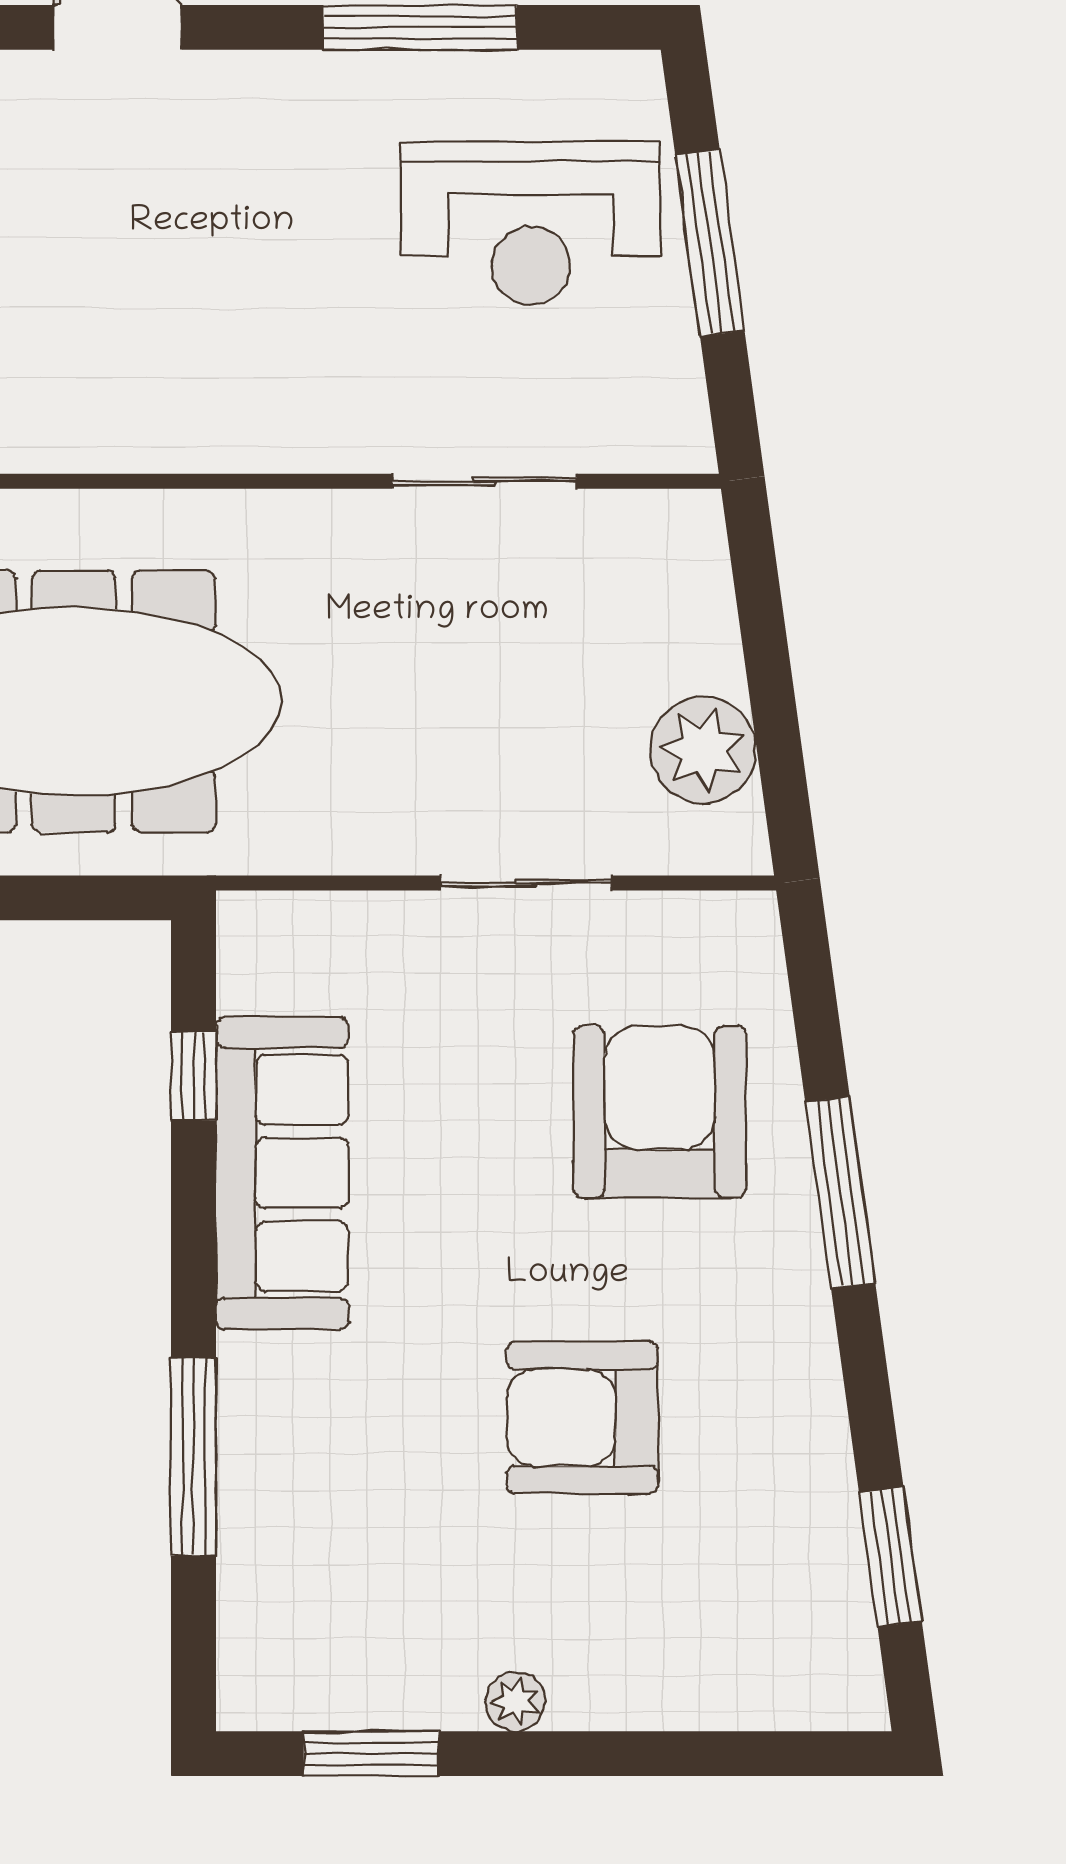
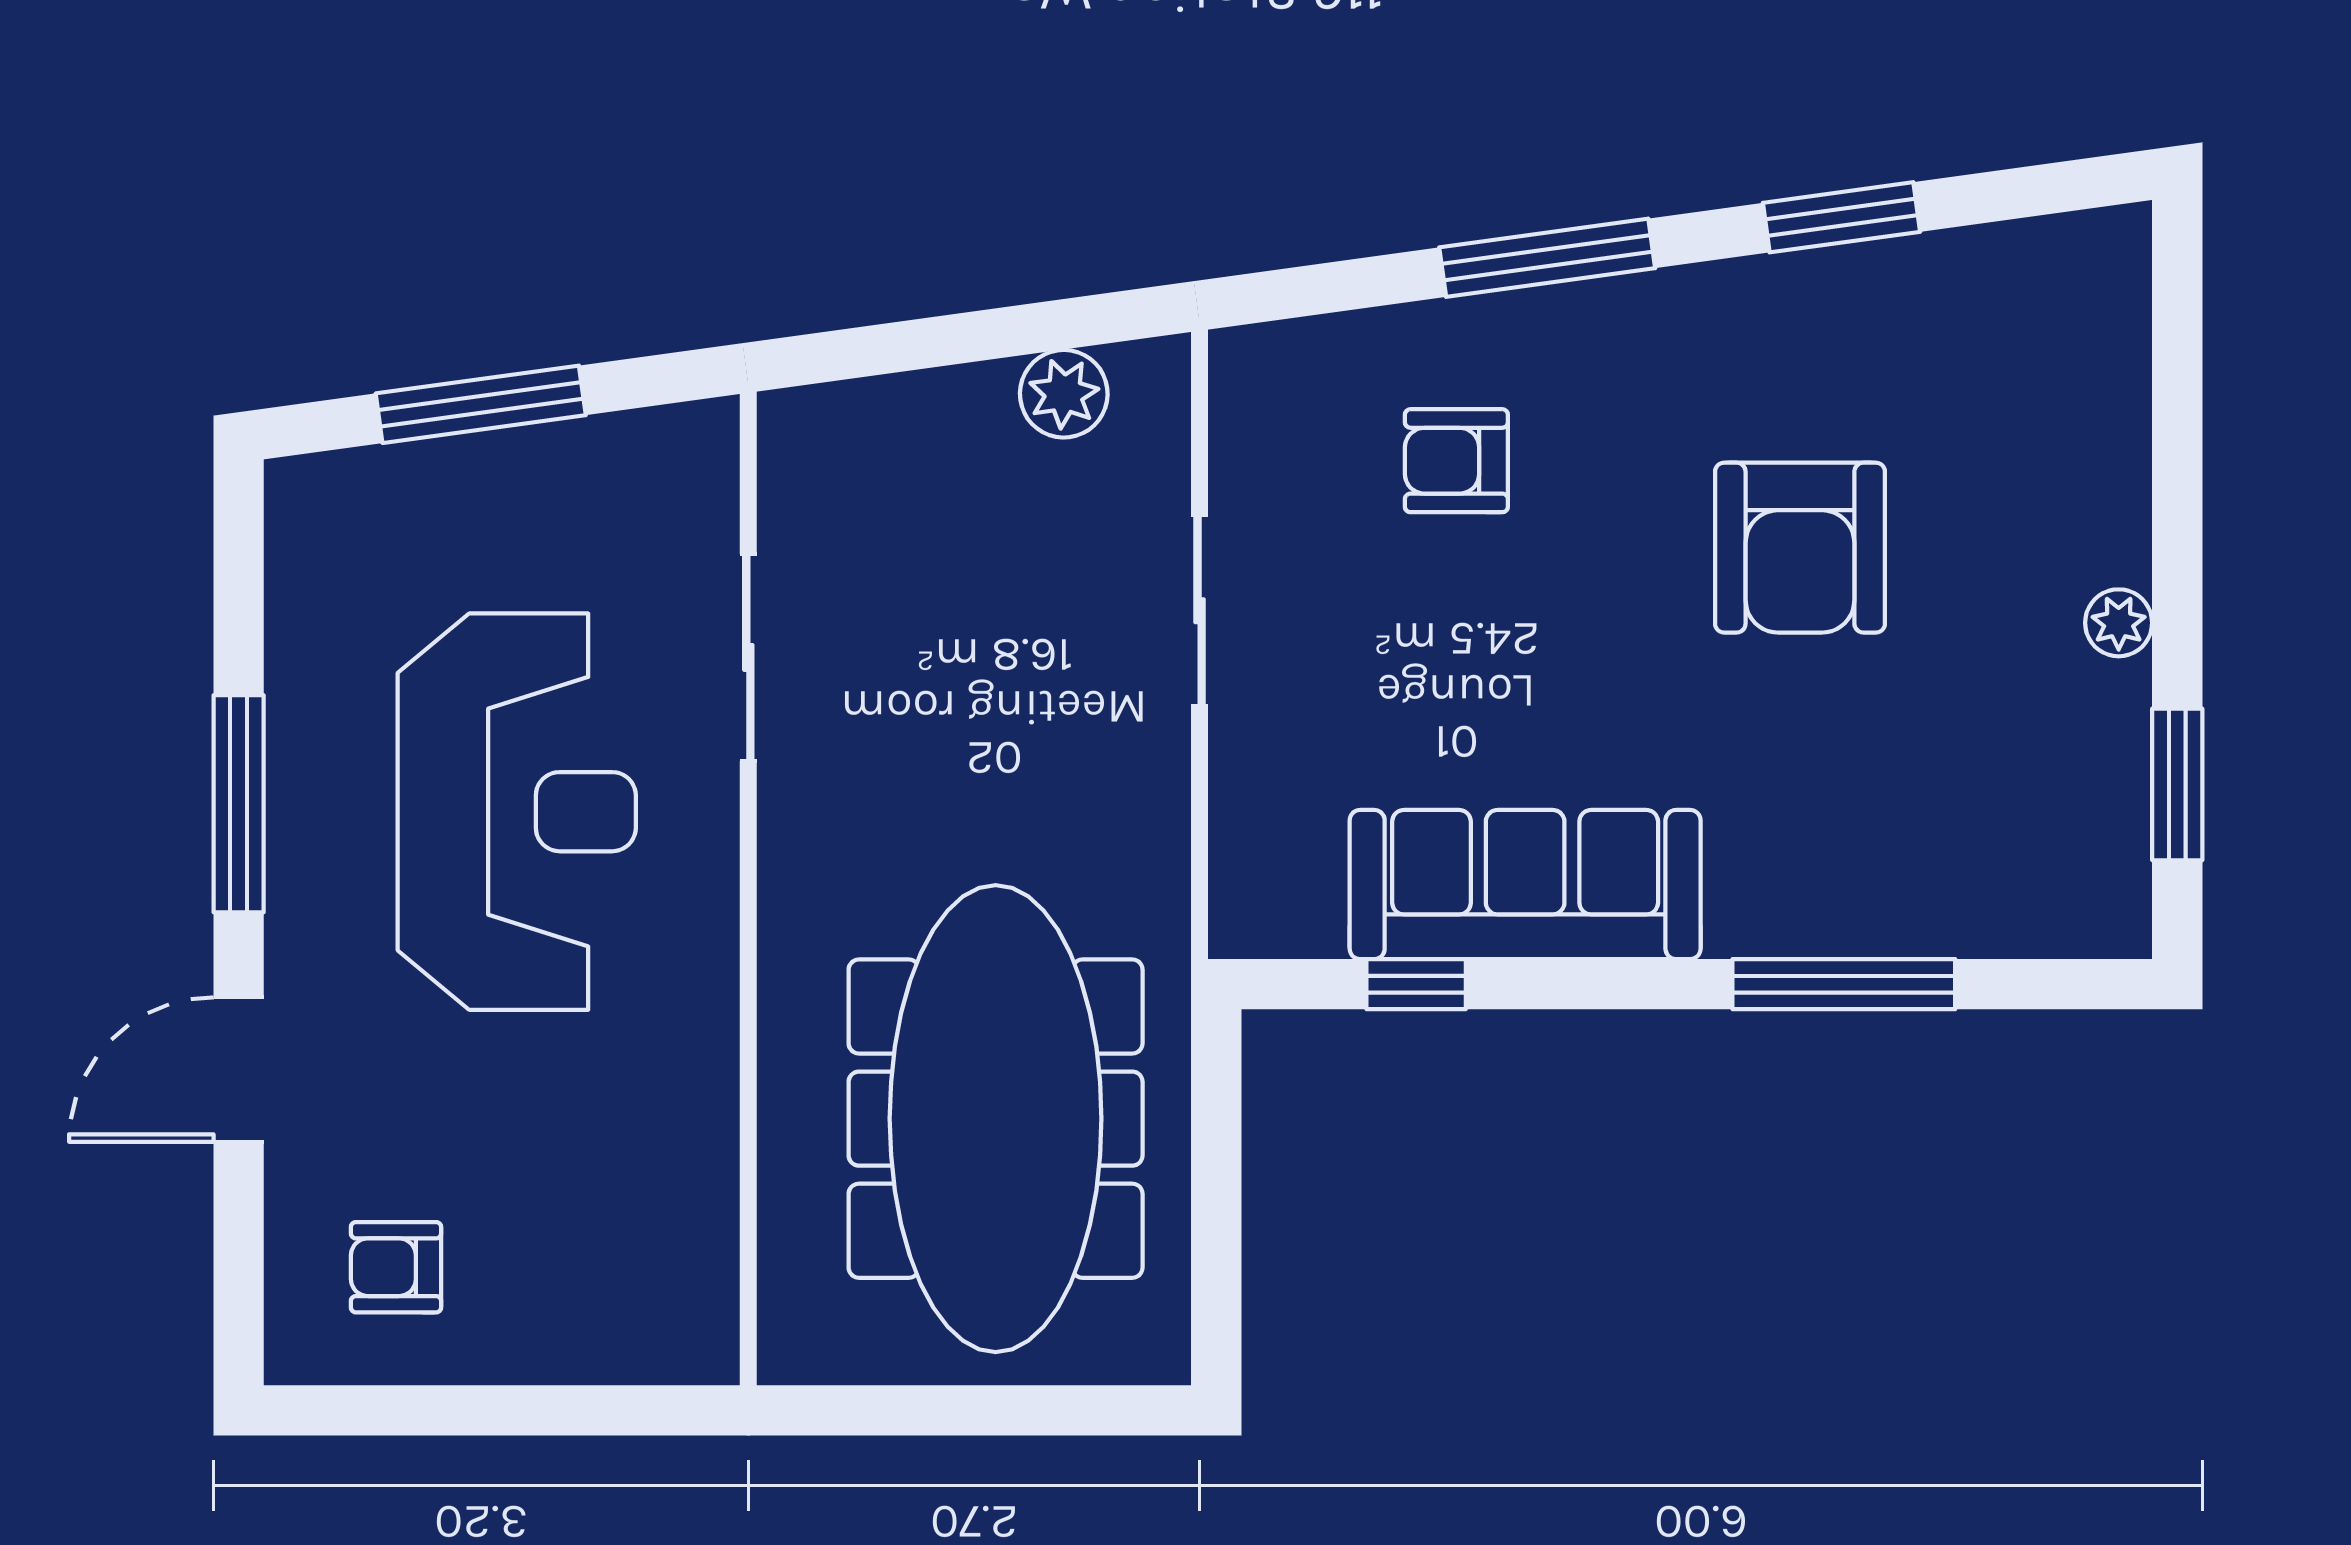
window: (420, 27) -> (239, 804), moved
reception desk: (531, 223) -> (517, 812), moved, width x1.36, depth x1.30
plant: (703, 750) -> (1064, 394), width x0.73, depth x0.73
armchair: (660, 1112) -> (1456, 461), width x0.53, depth x0.53
window: (890, 1557) -> (1841, 217), moved

